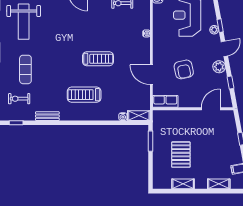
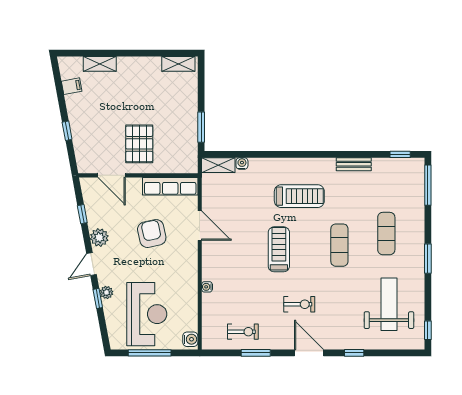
treadmill: (98, 59) -> (279, 249), turned 90
exercise mat: (57, 62) -> (339, 245), added
exercise bike: (19, 99) -> (299, 304), moved
row of seats: (165, 101) -> (170, 186), width x1.48
door: (211, 109) -> (112, 175), hinge flipped
pallet: (181, 155) -> (139, 144), moved
shelving: (183, 184) -> (178, 64), moved

